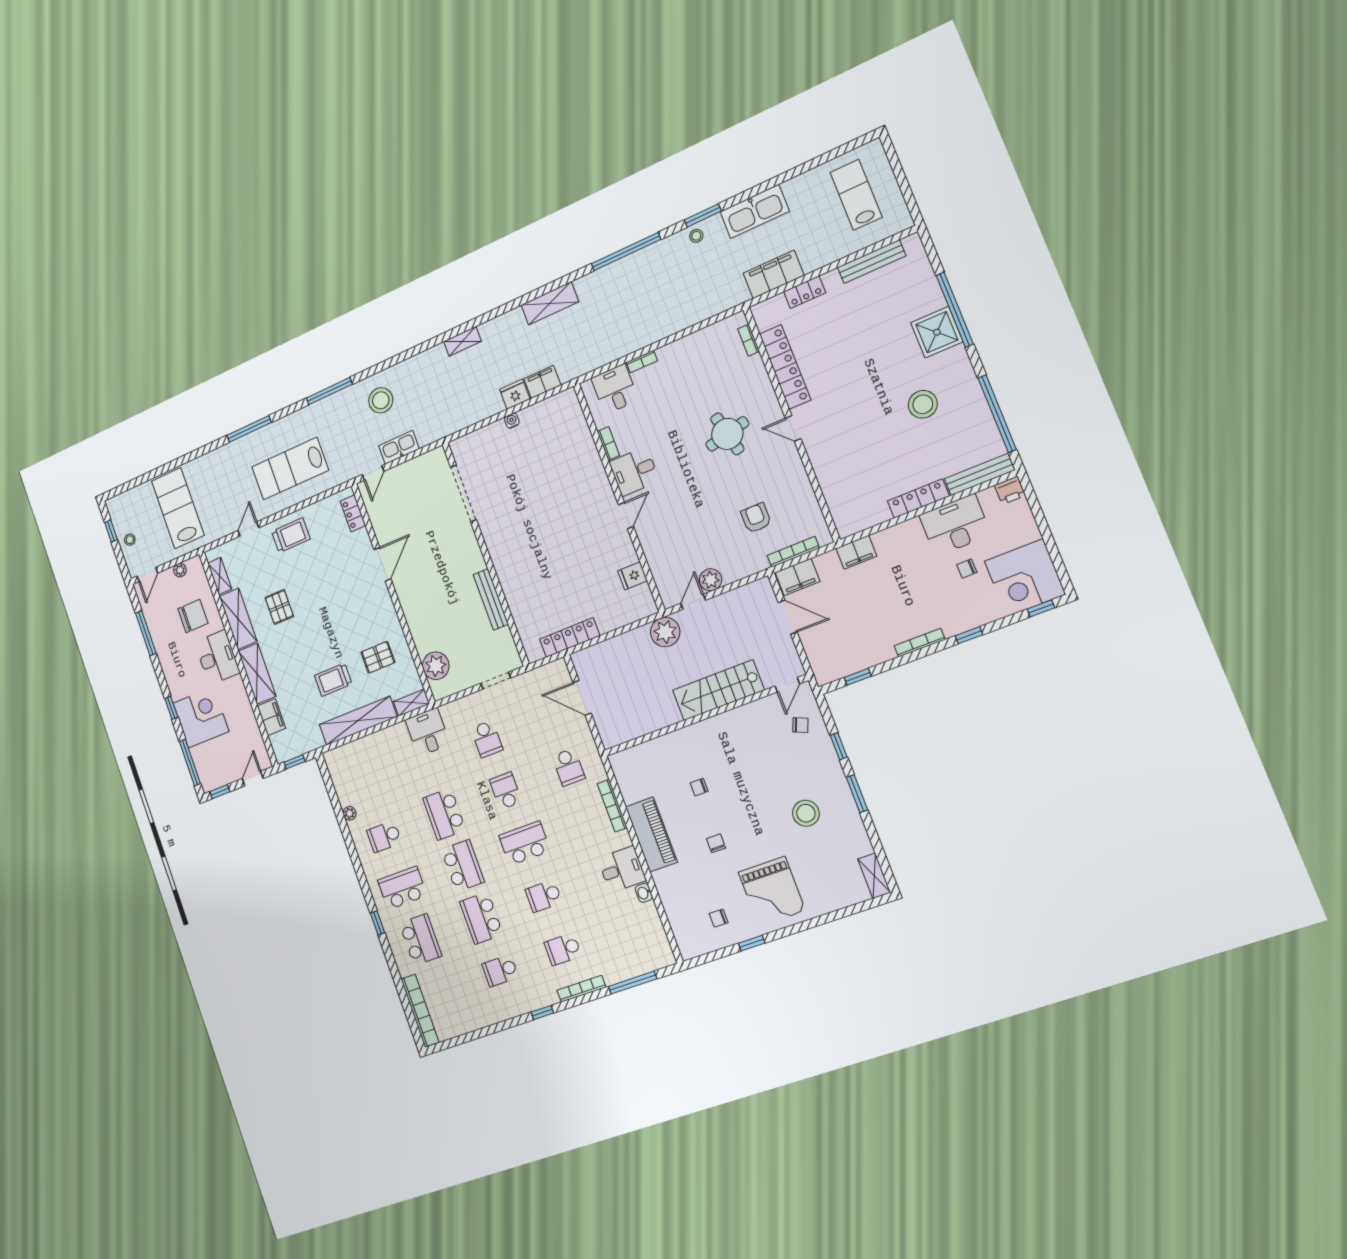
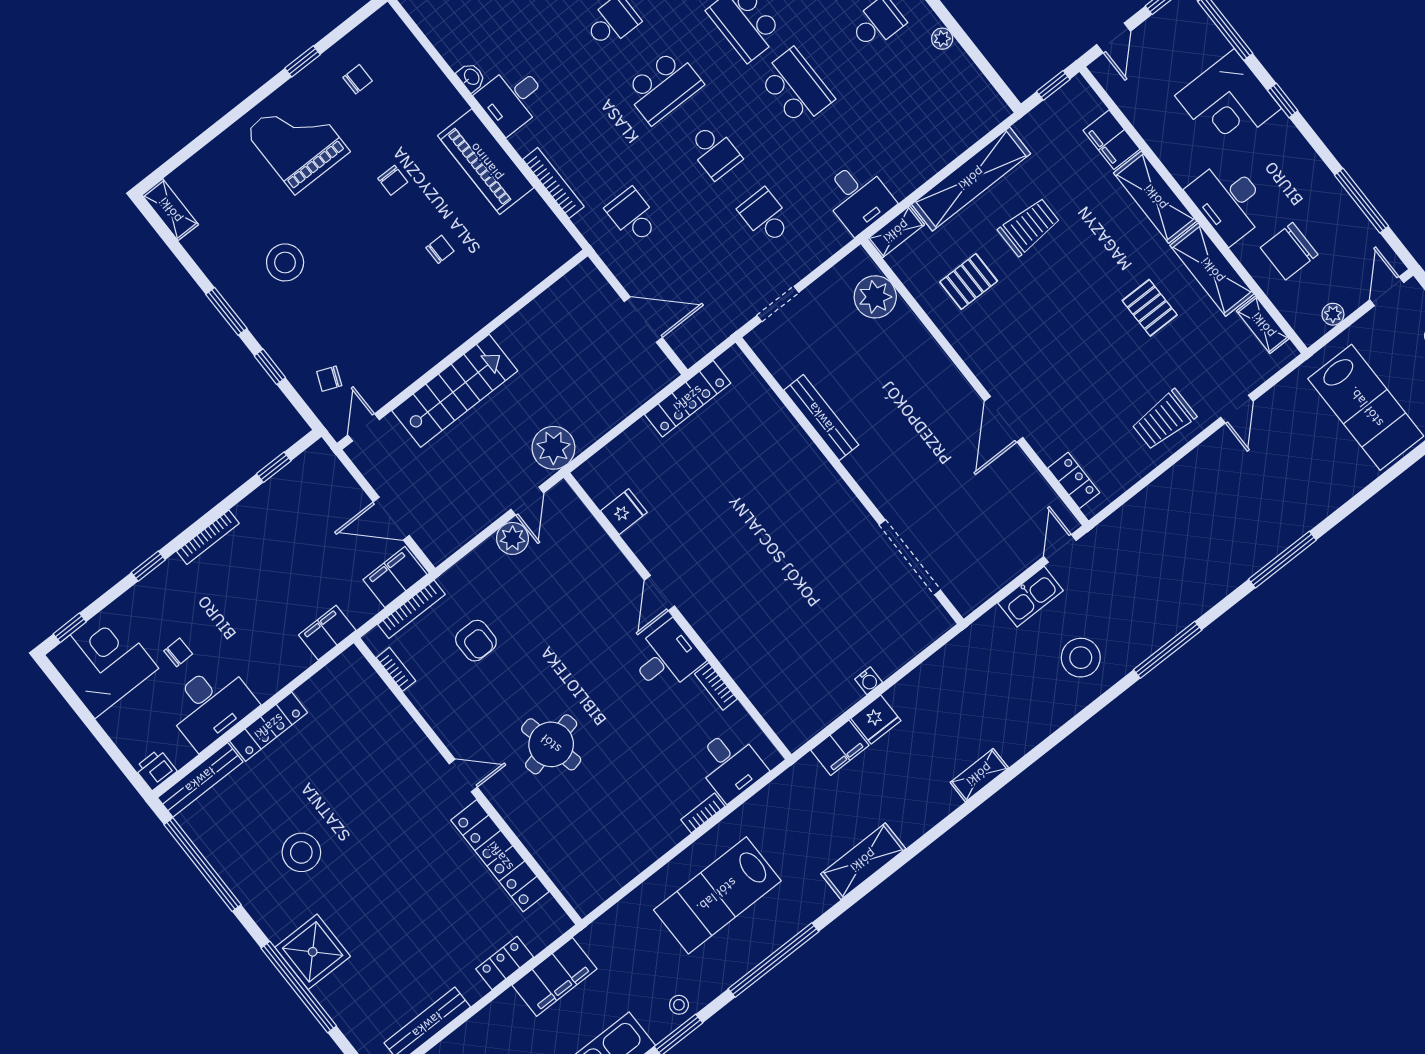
bookcase: (749, 340) -> (396, 669), moved
lab bench: (290, 469) -> (717, 895), moved, turned 180

